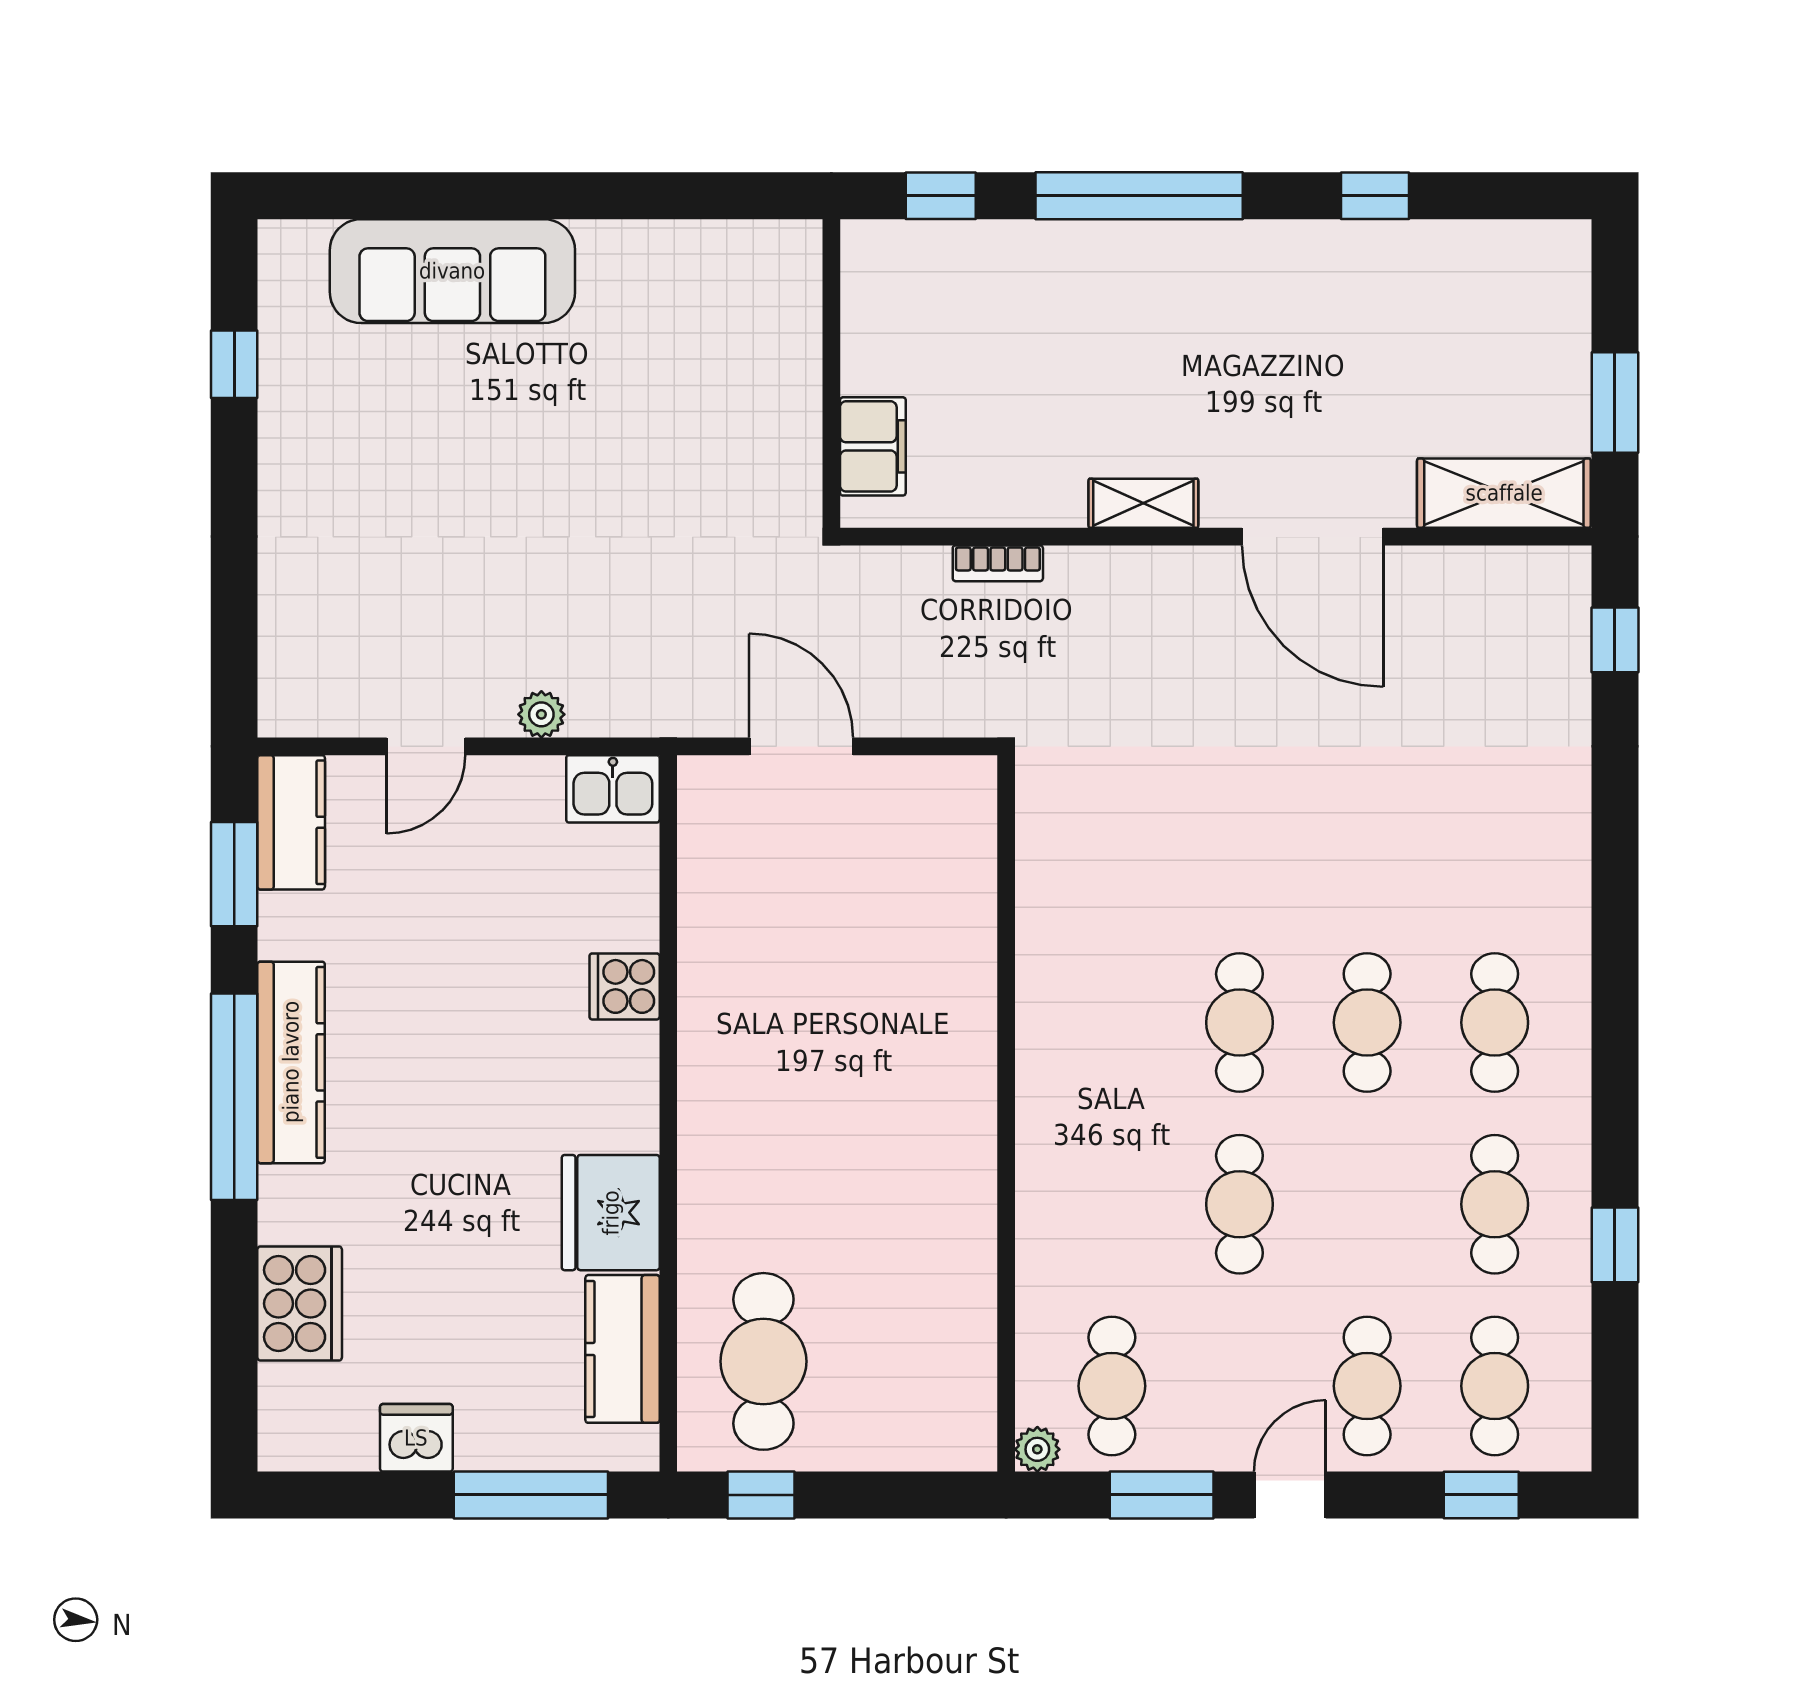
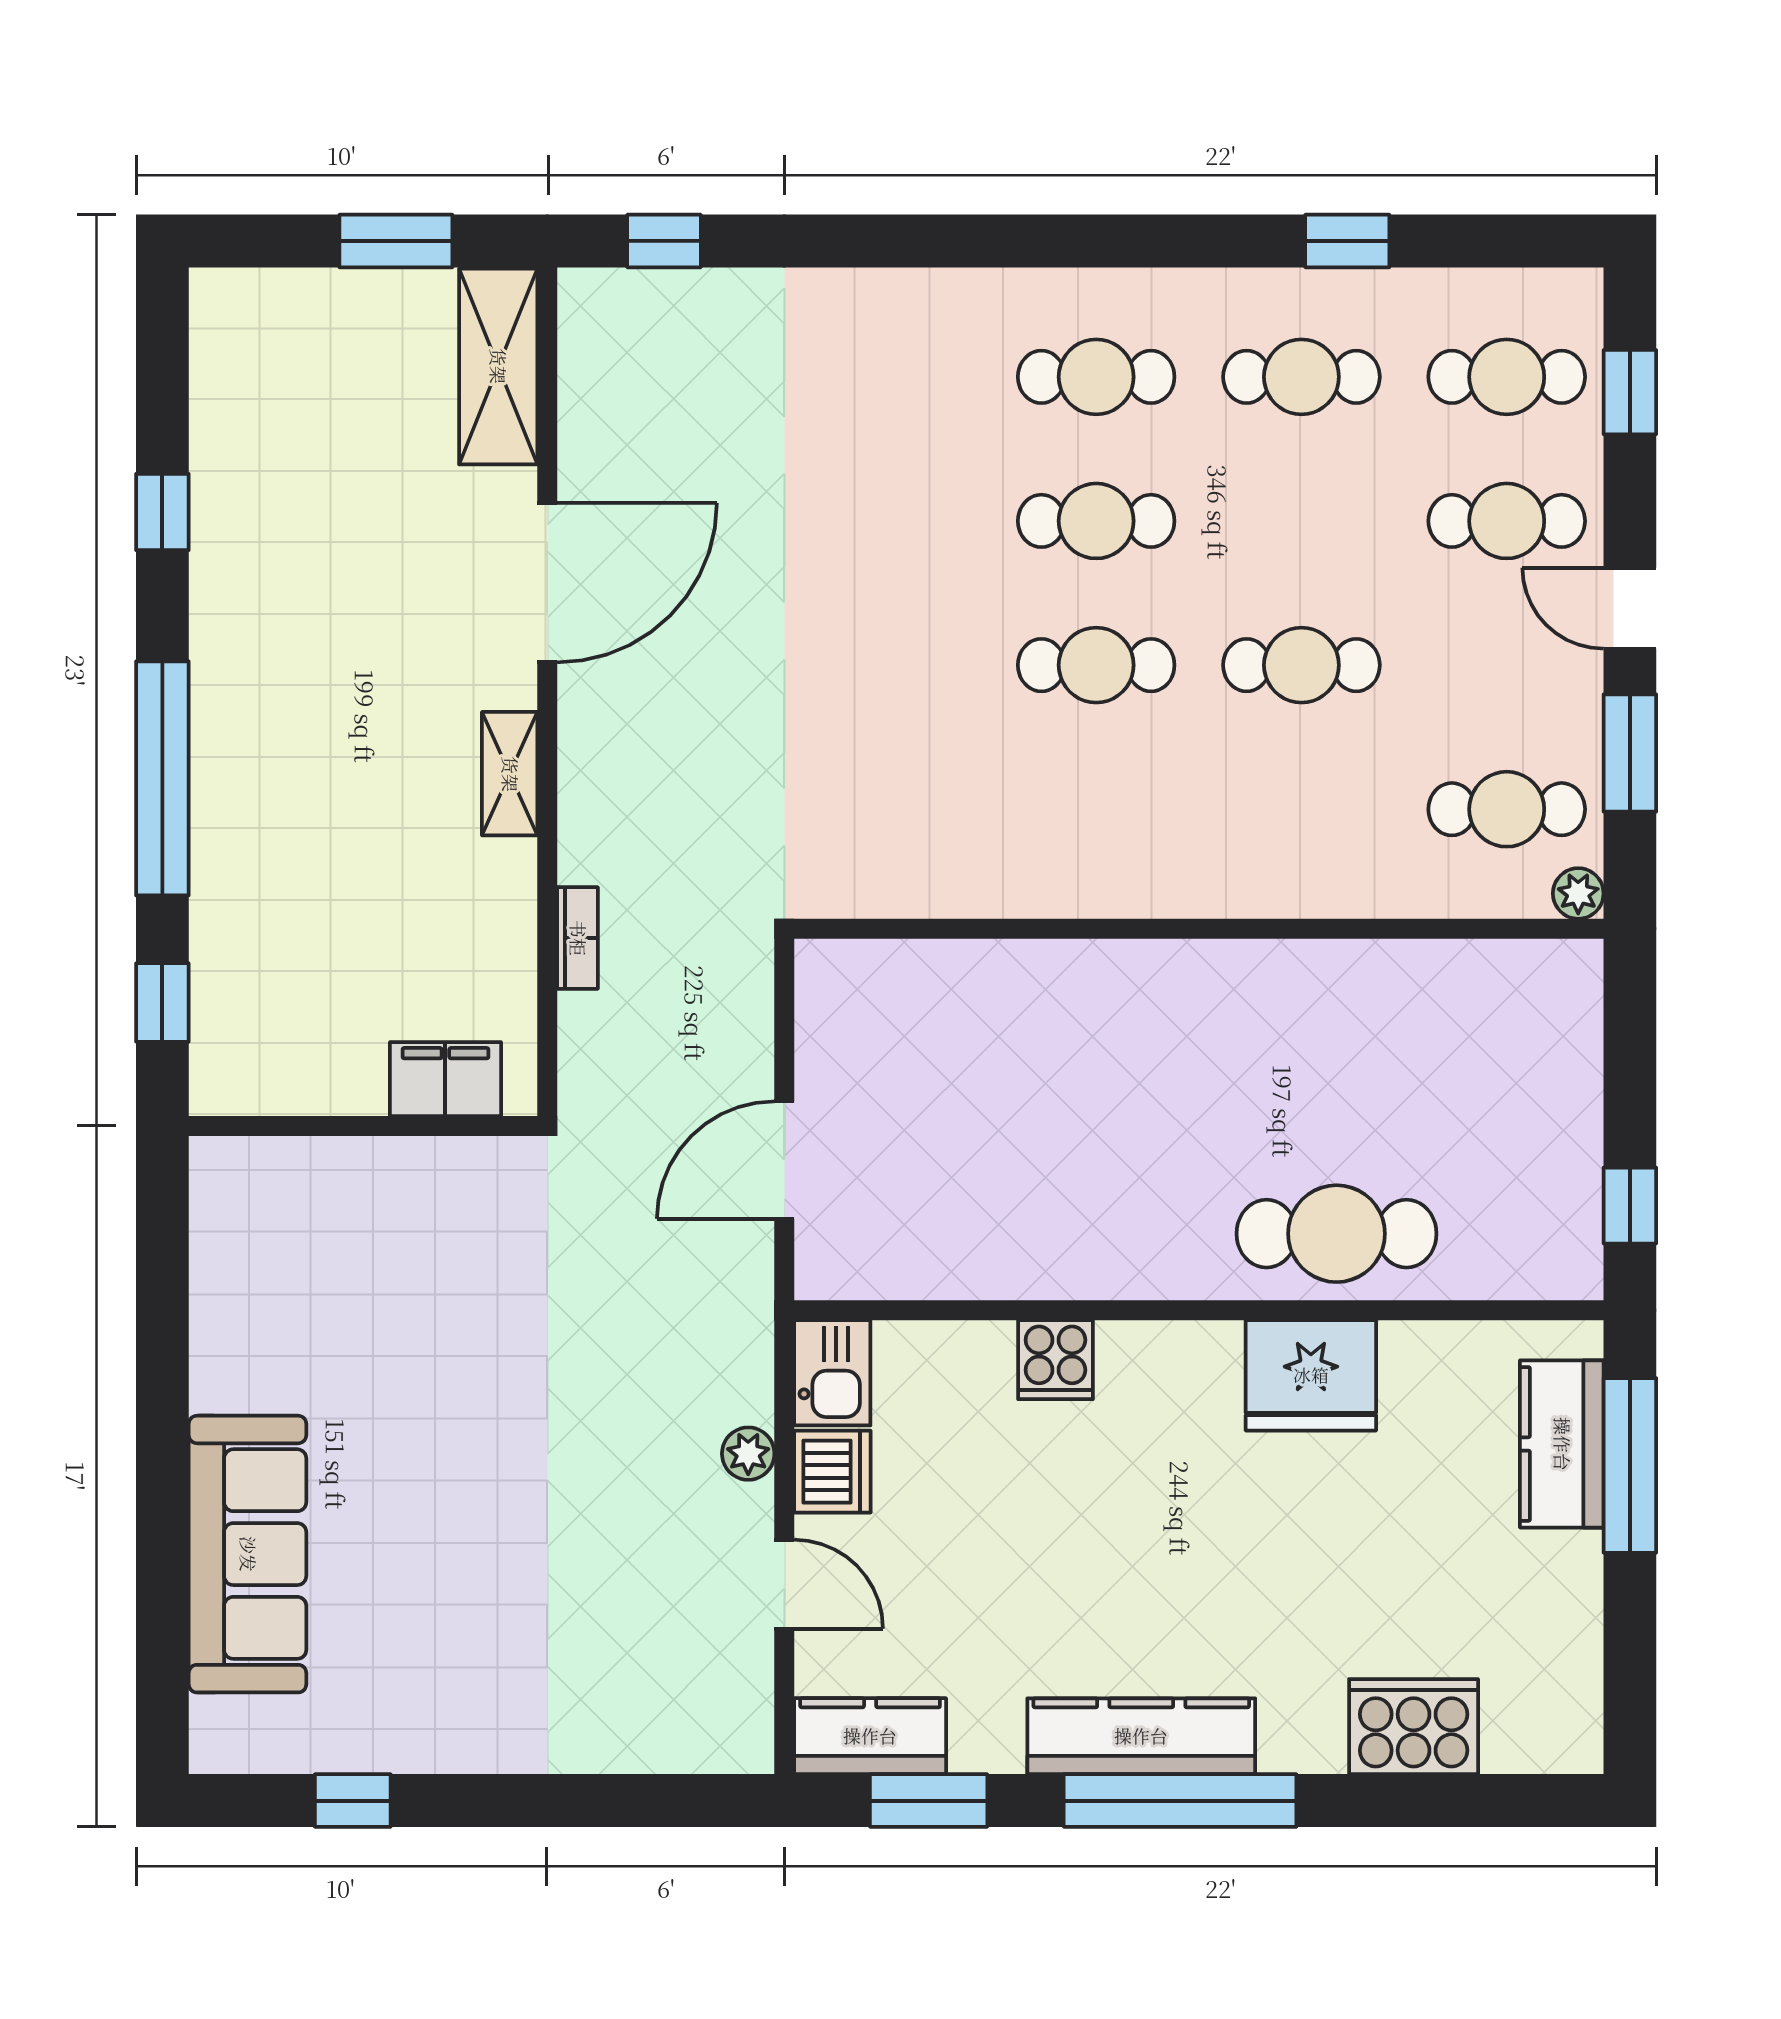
kitchen counter: (622, 1349) -> (1562, 1444), moved, turned 90
cafe table: (763, 1361) -> (1337, 1234), moved
dishwasher: (416, 1438) -> (832, 1472), moved, turned 180

